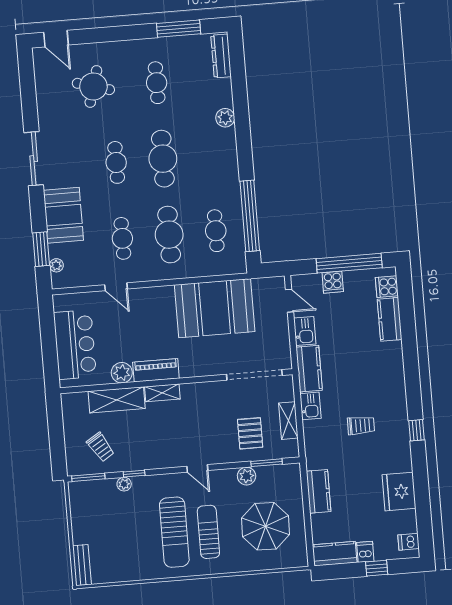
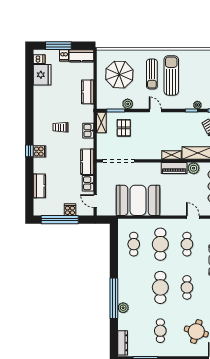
window: (250, 216) -> (114, 298), moved
cooker: (387, 287) -> (39, 151), moved
kitchen sink: (310, 406) -> (88, 131), moved
shelving: (288, 421) -> (101, 122), moved
window: (417, 430) -> (29, 151), moved
fridge: (399, 492) -> (42, 75), moved
window: (377, 568) -> (58, 46), width x2.17

